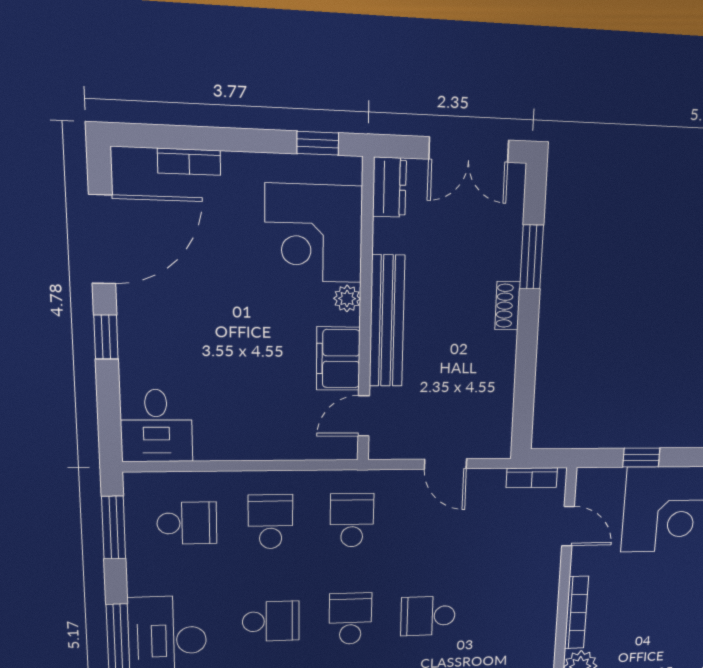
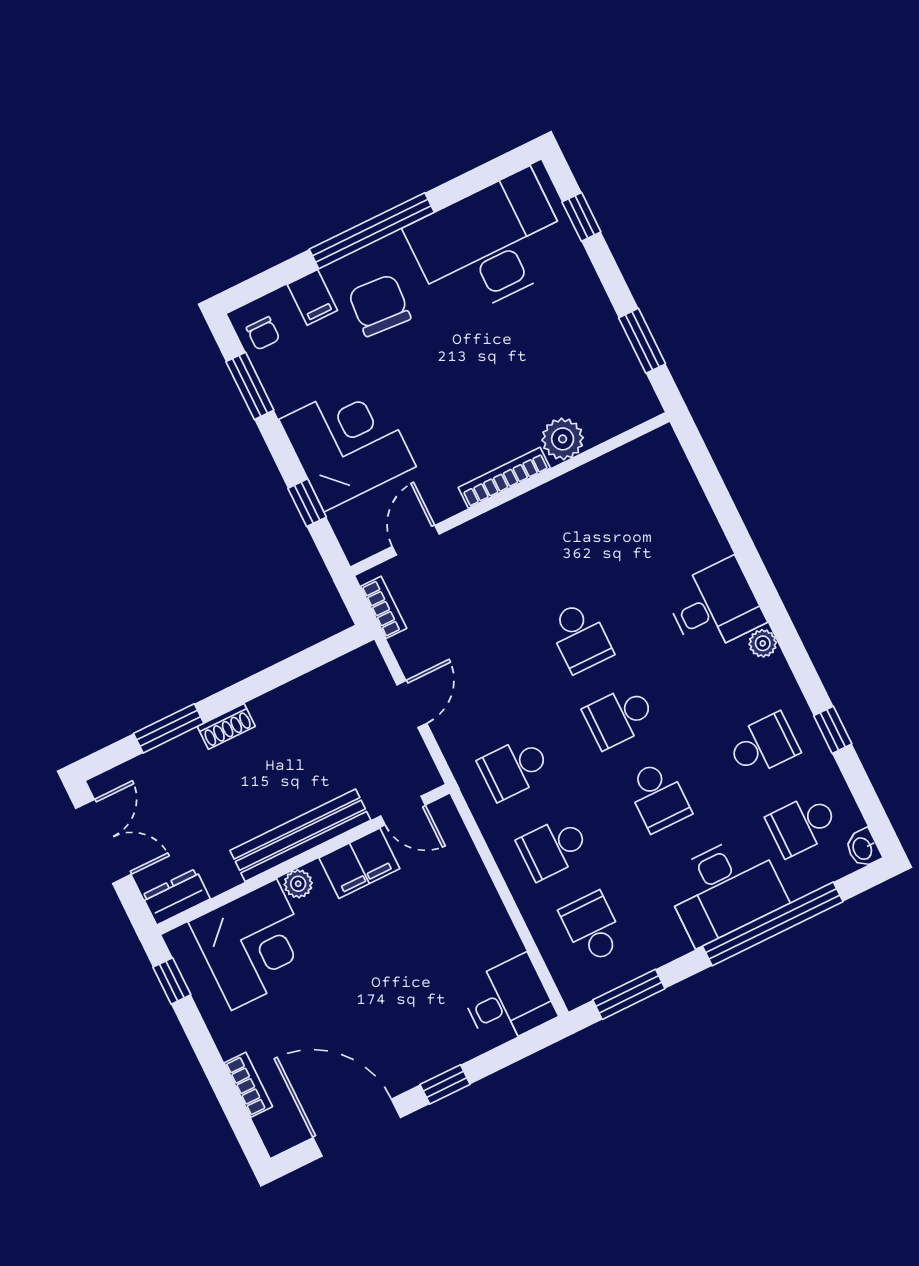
school desk: (271, 621) -> (658, 796), turned 180

